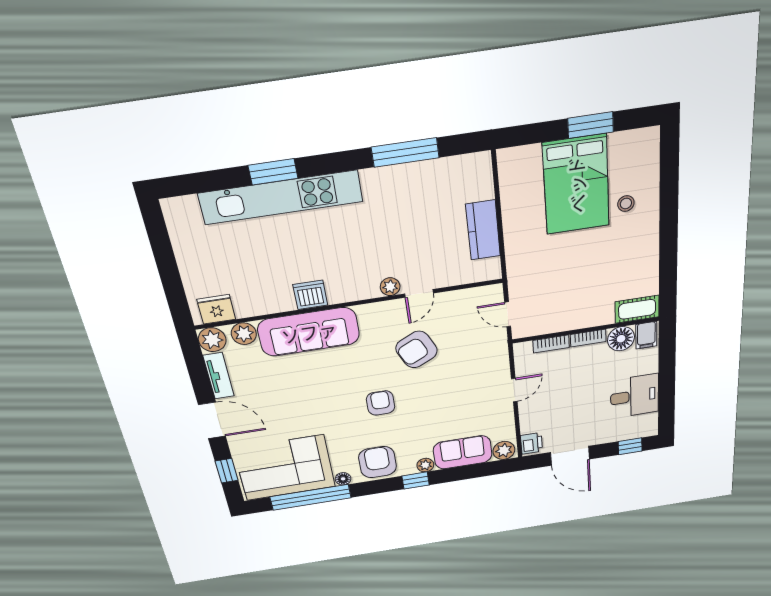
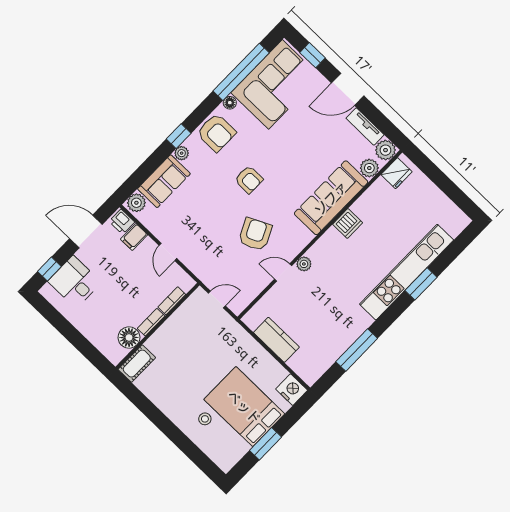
nightstand: (512, 164) -> (292, 390), added
door: (419, 293) -> (283, 272), hinge flipped
filing cabinet: (646, 335) -> (134, 237), moved, turned -90
desk: (635, 396) -> (75, 282), moved, turned 90

